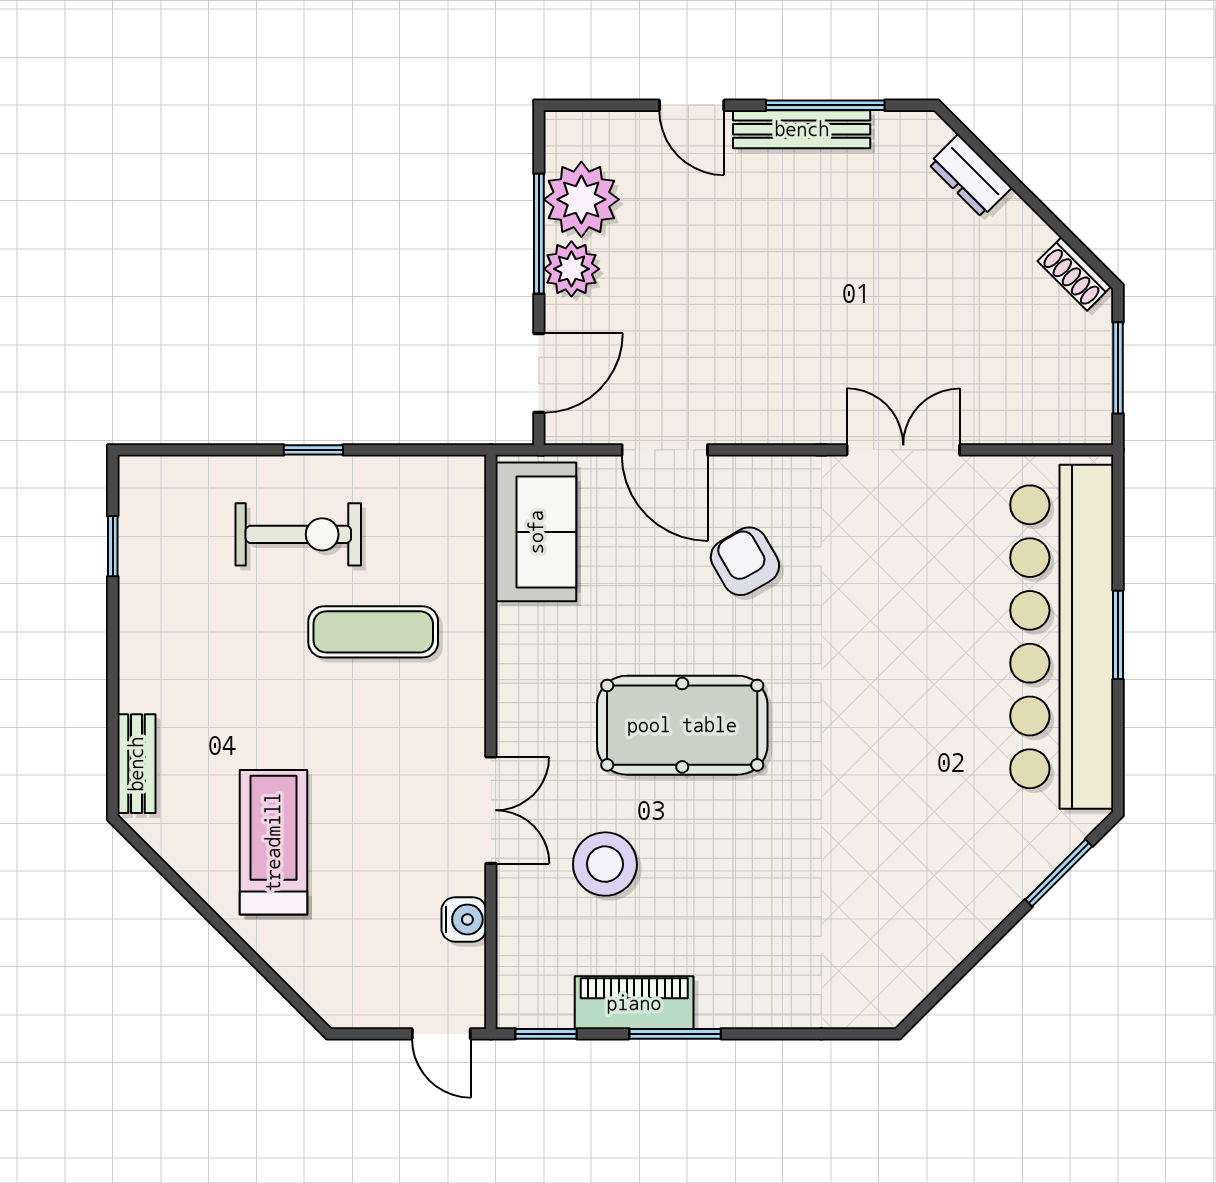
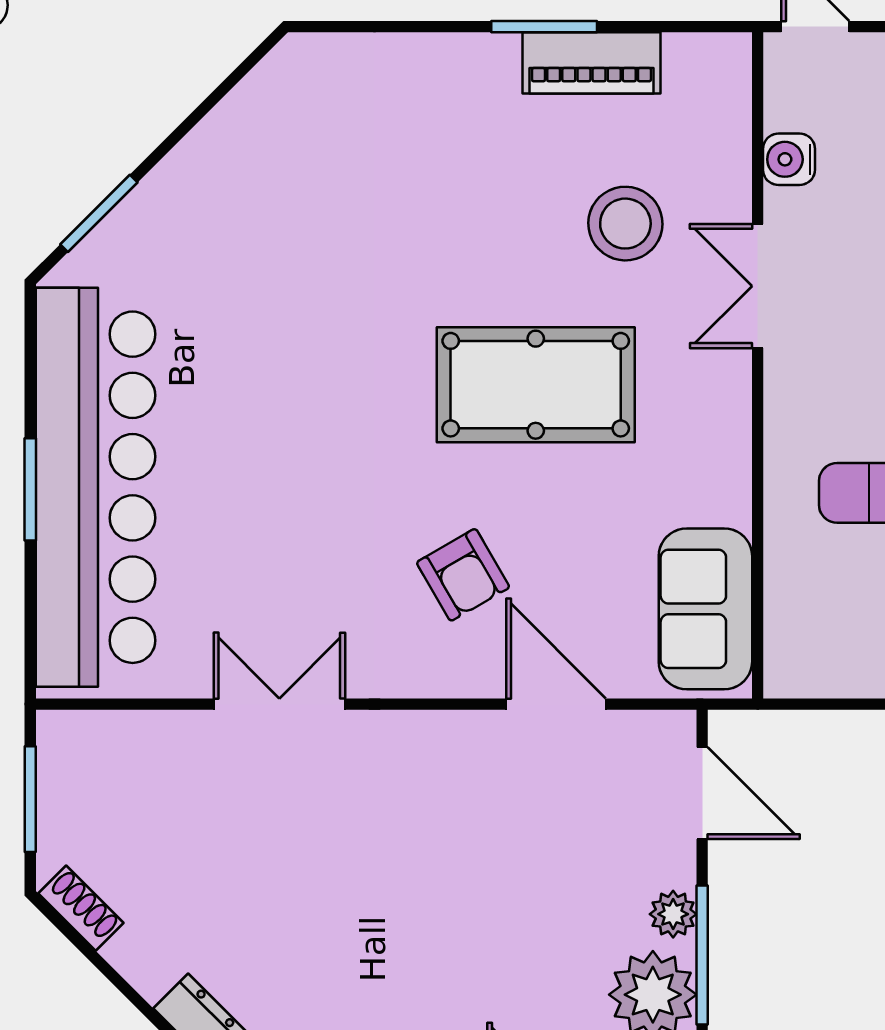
plant: (571, 269) -> (673, 914), width x0.73, depth x0.73
door: (539, 373) -> (702, 793), swing flipped
double door: (903, 450) -> (279, 704), swing flipped
window: (546, 1034) -> (694, 27), removed

